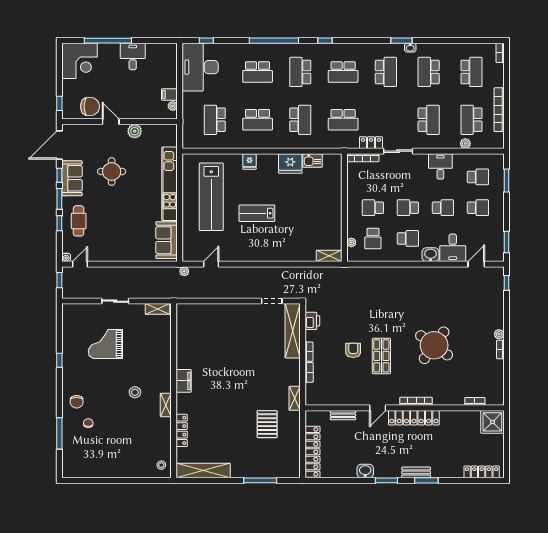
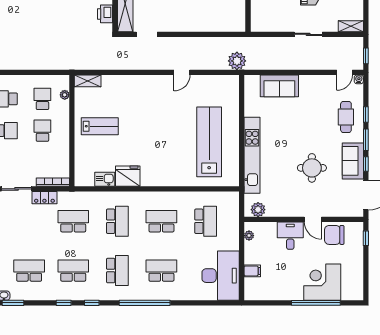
window: (206, 41) -> (64, 303), moved
desk: (133, 56) -> (290, 236), moved, turned 180
corner desk: (79, 61) -> (322, 282), moved
school desk: (386, 72) -> (29, 271), turned 90
filing cabinet: (169, 94) -> (252, 271), moved
school desk: (300, 120) -> (117, 221), turned 180
plant: (135, 131) -> (258, 210), moved
fridge: (250, 161) -> (170, 178), removed
school desk: (373, 208) -> (42, 131), turned -90
lab bench: (257, 213) -> (100, 126), moved
sofa: (167, 240) -> (279, 86), moved, turned 90
door: (211, 264) -> (182, 72), moved
plant: (184, 271) -> (237, 61), width x1.88, depth x1.88
shelving: (157, 309) -> (351, 26), moved

